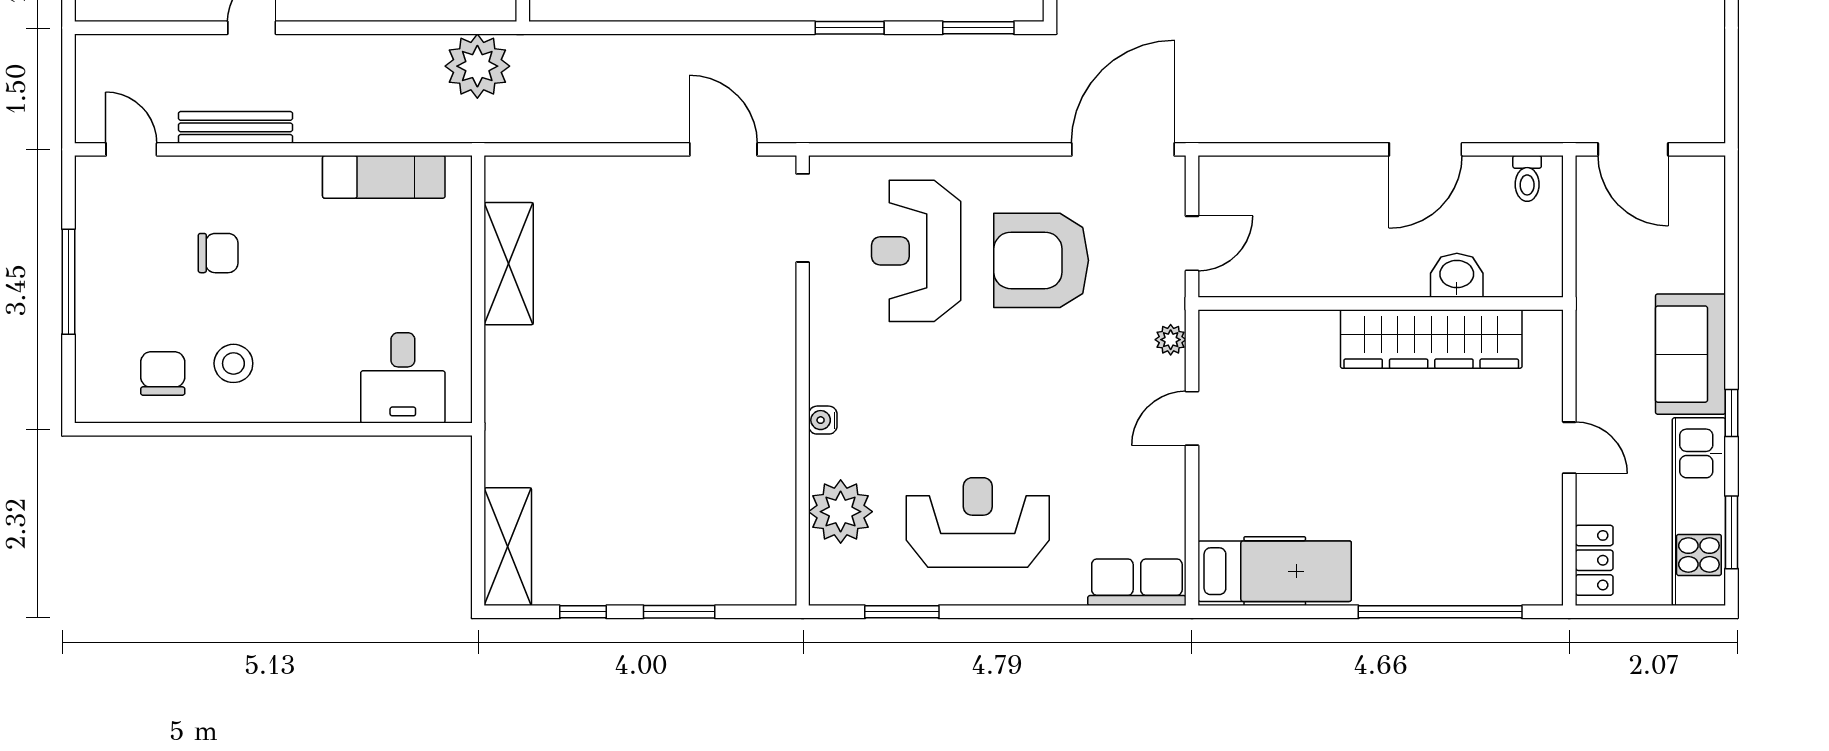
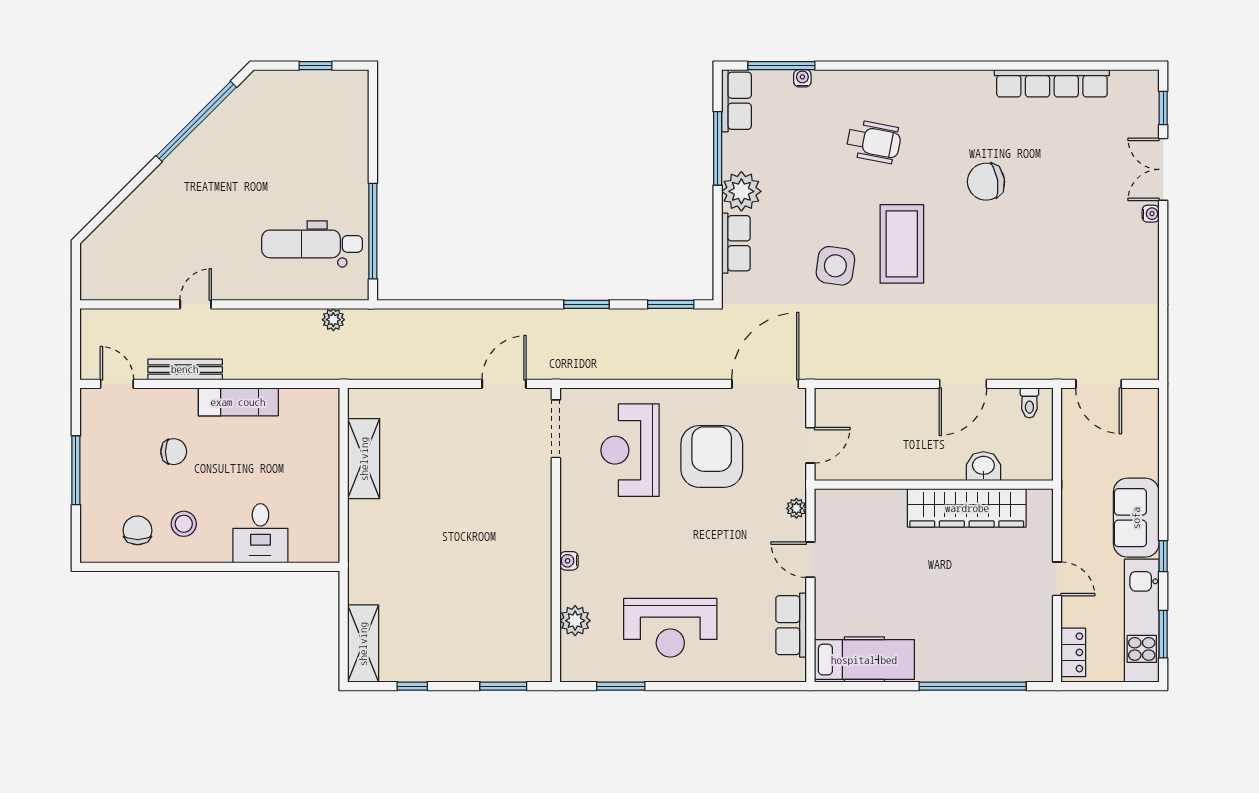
plant: (477, 66) -> (333, 320), width x0.53, depth x0.53
door: (723, 149) -> (504, 384), hinge flipped
exam couch: (384, 177) -> (238, 402), moved
armchair: (1041, 260) -> (712, 456), turned 90
desk: (403, 378) -> (260, 533), moved
door: (1192, 418) -> (810, 560), hinge flipped
plant: (841, 512) -> (575, 621), width x0.73, depth x0.73
reception desk: (978, 523) -> (670, 628), turned 180
row of seats: (1137, 582) -> (791, 625), moved, turned -90
window: (679, 612) -> (503, 686), moved

